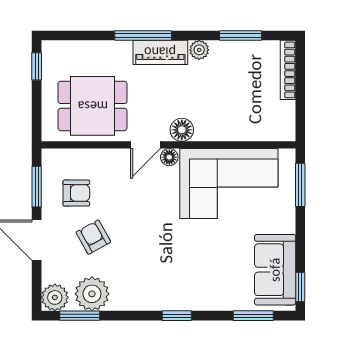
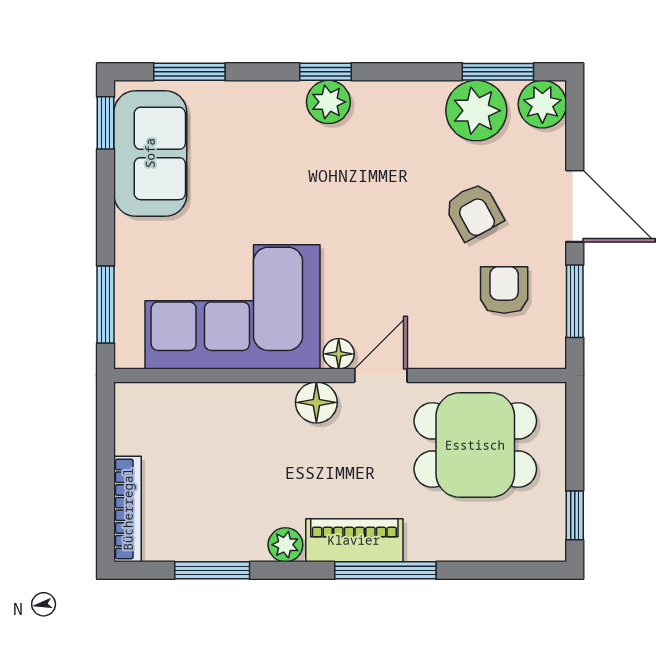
armchair: (76, 193) -> (504, 290), turned 90
plant: (175, 299) -> (328, 102), added

